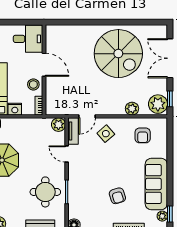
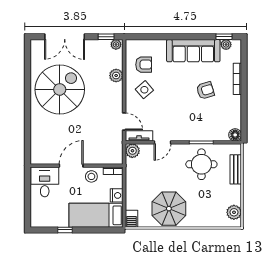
plant: (158, 104) -> (116, 44), width x0.53, depth x0.53
side table: (106, 134) -> (144, 90), moved

